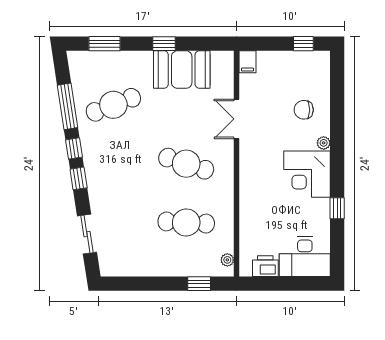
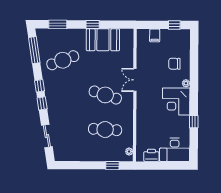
filing cabinet: (247, 62) -> (155, 35), moved
window: (68, 106) -> (34, 50), moved
double door: (237, 119) -> (135, 80), moved

